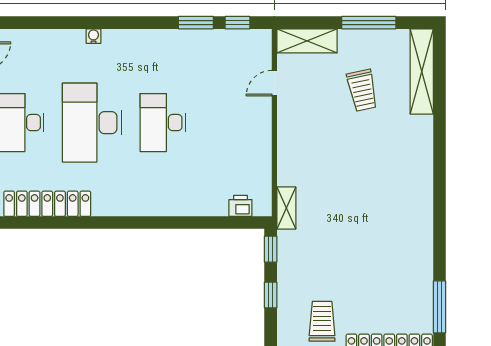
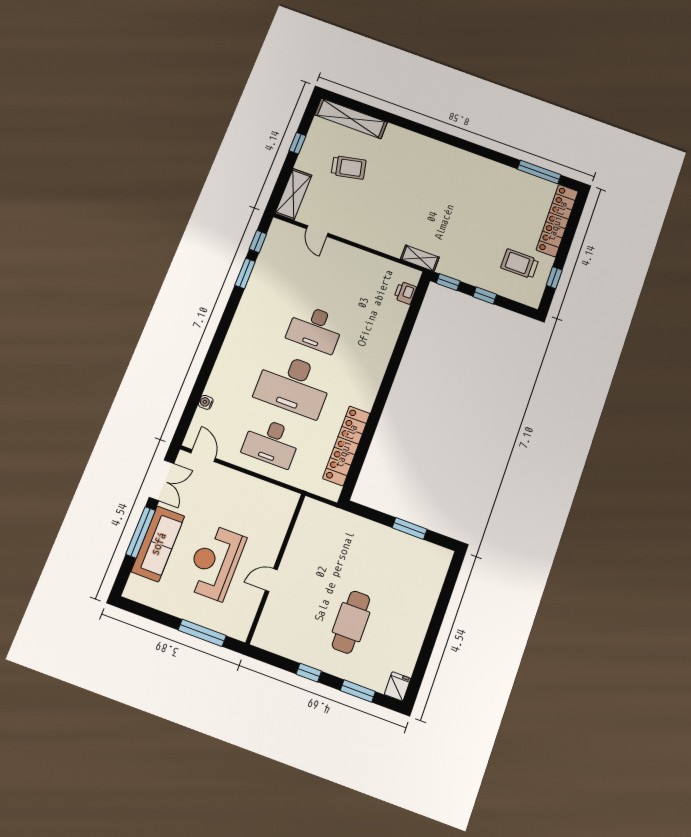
window: (369, 23) -> (298, 143), width x0.46
water cooler: (94, 36) -> (206, 402), moved

